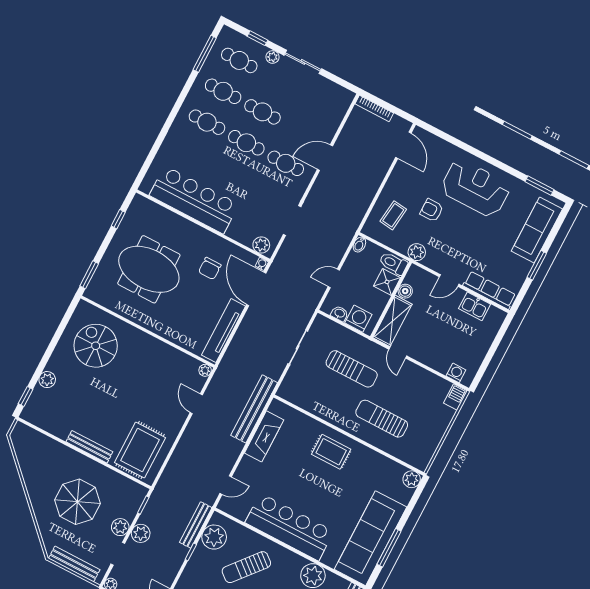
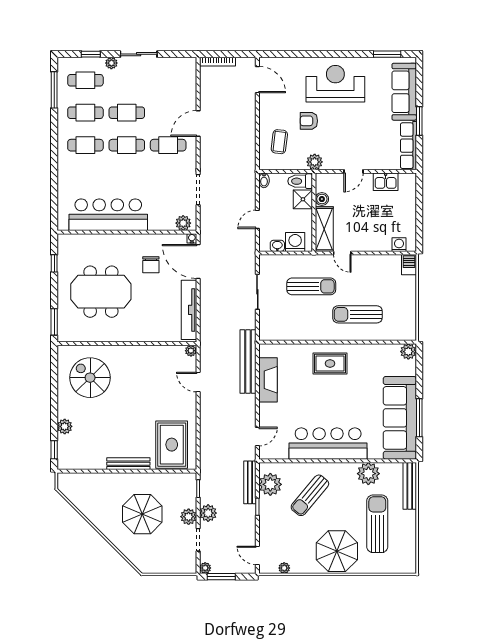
row of seats: (489, 290) -> (408, 146), moved, turned -90
bench: (74, 564) -> (166, 567), removed

